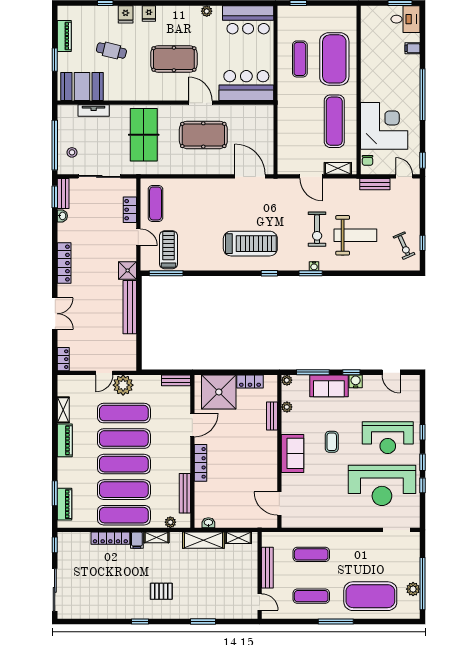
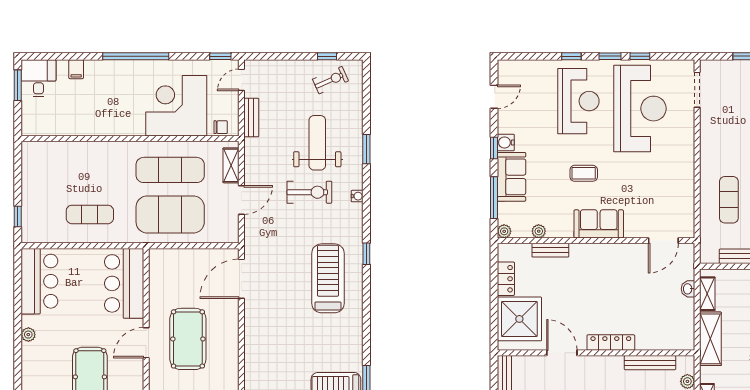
exercise mat: (334, 59) -> (170, 214), moved
window: (311, 273) -> (366, 149), moved
washbasin: (208, 523) -> (688, 289), moved

